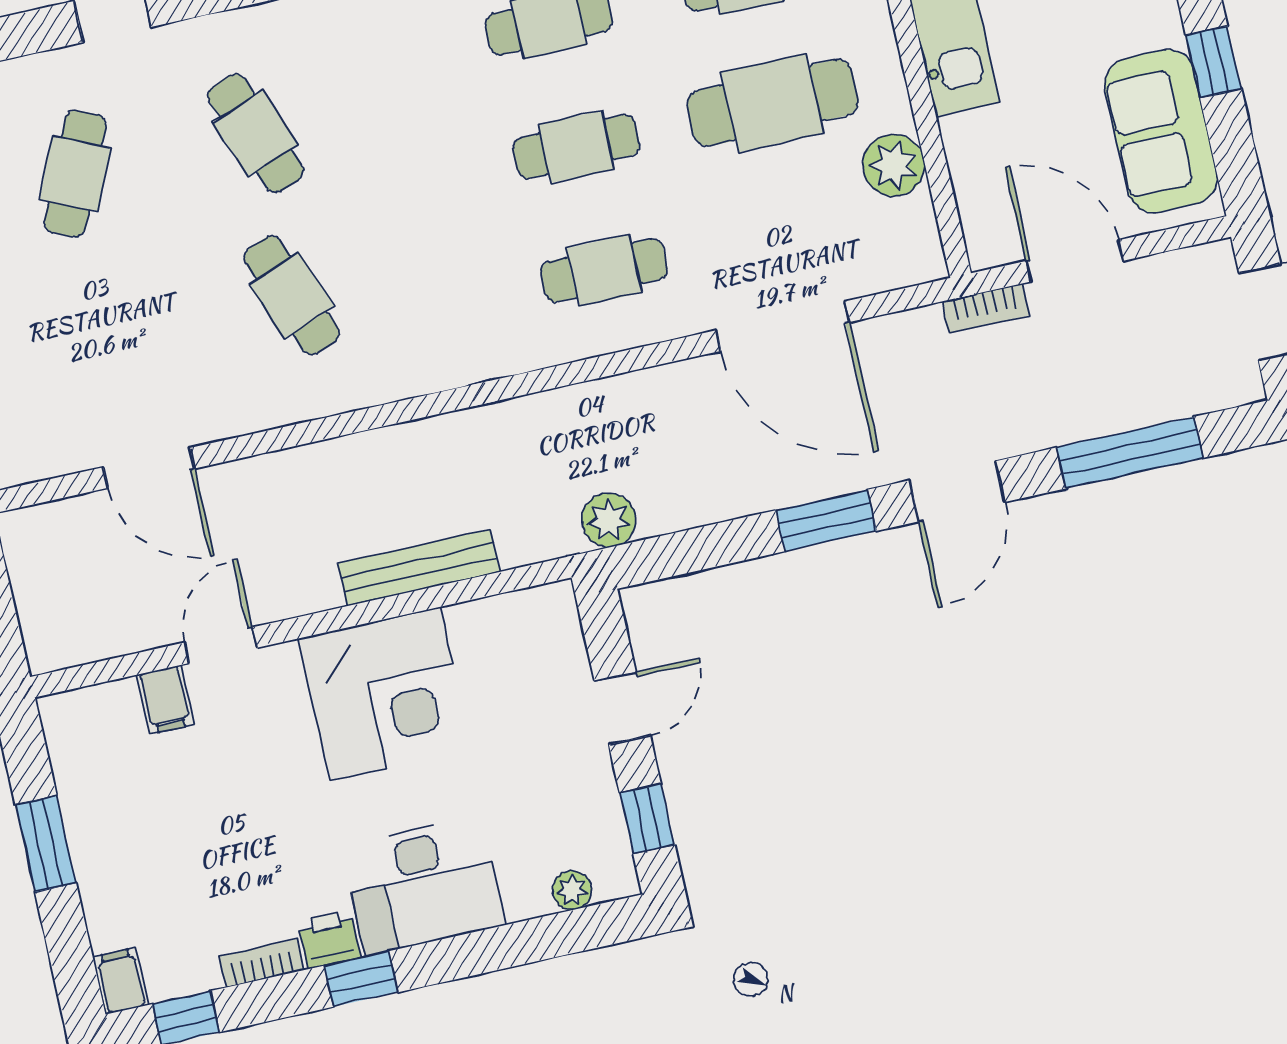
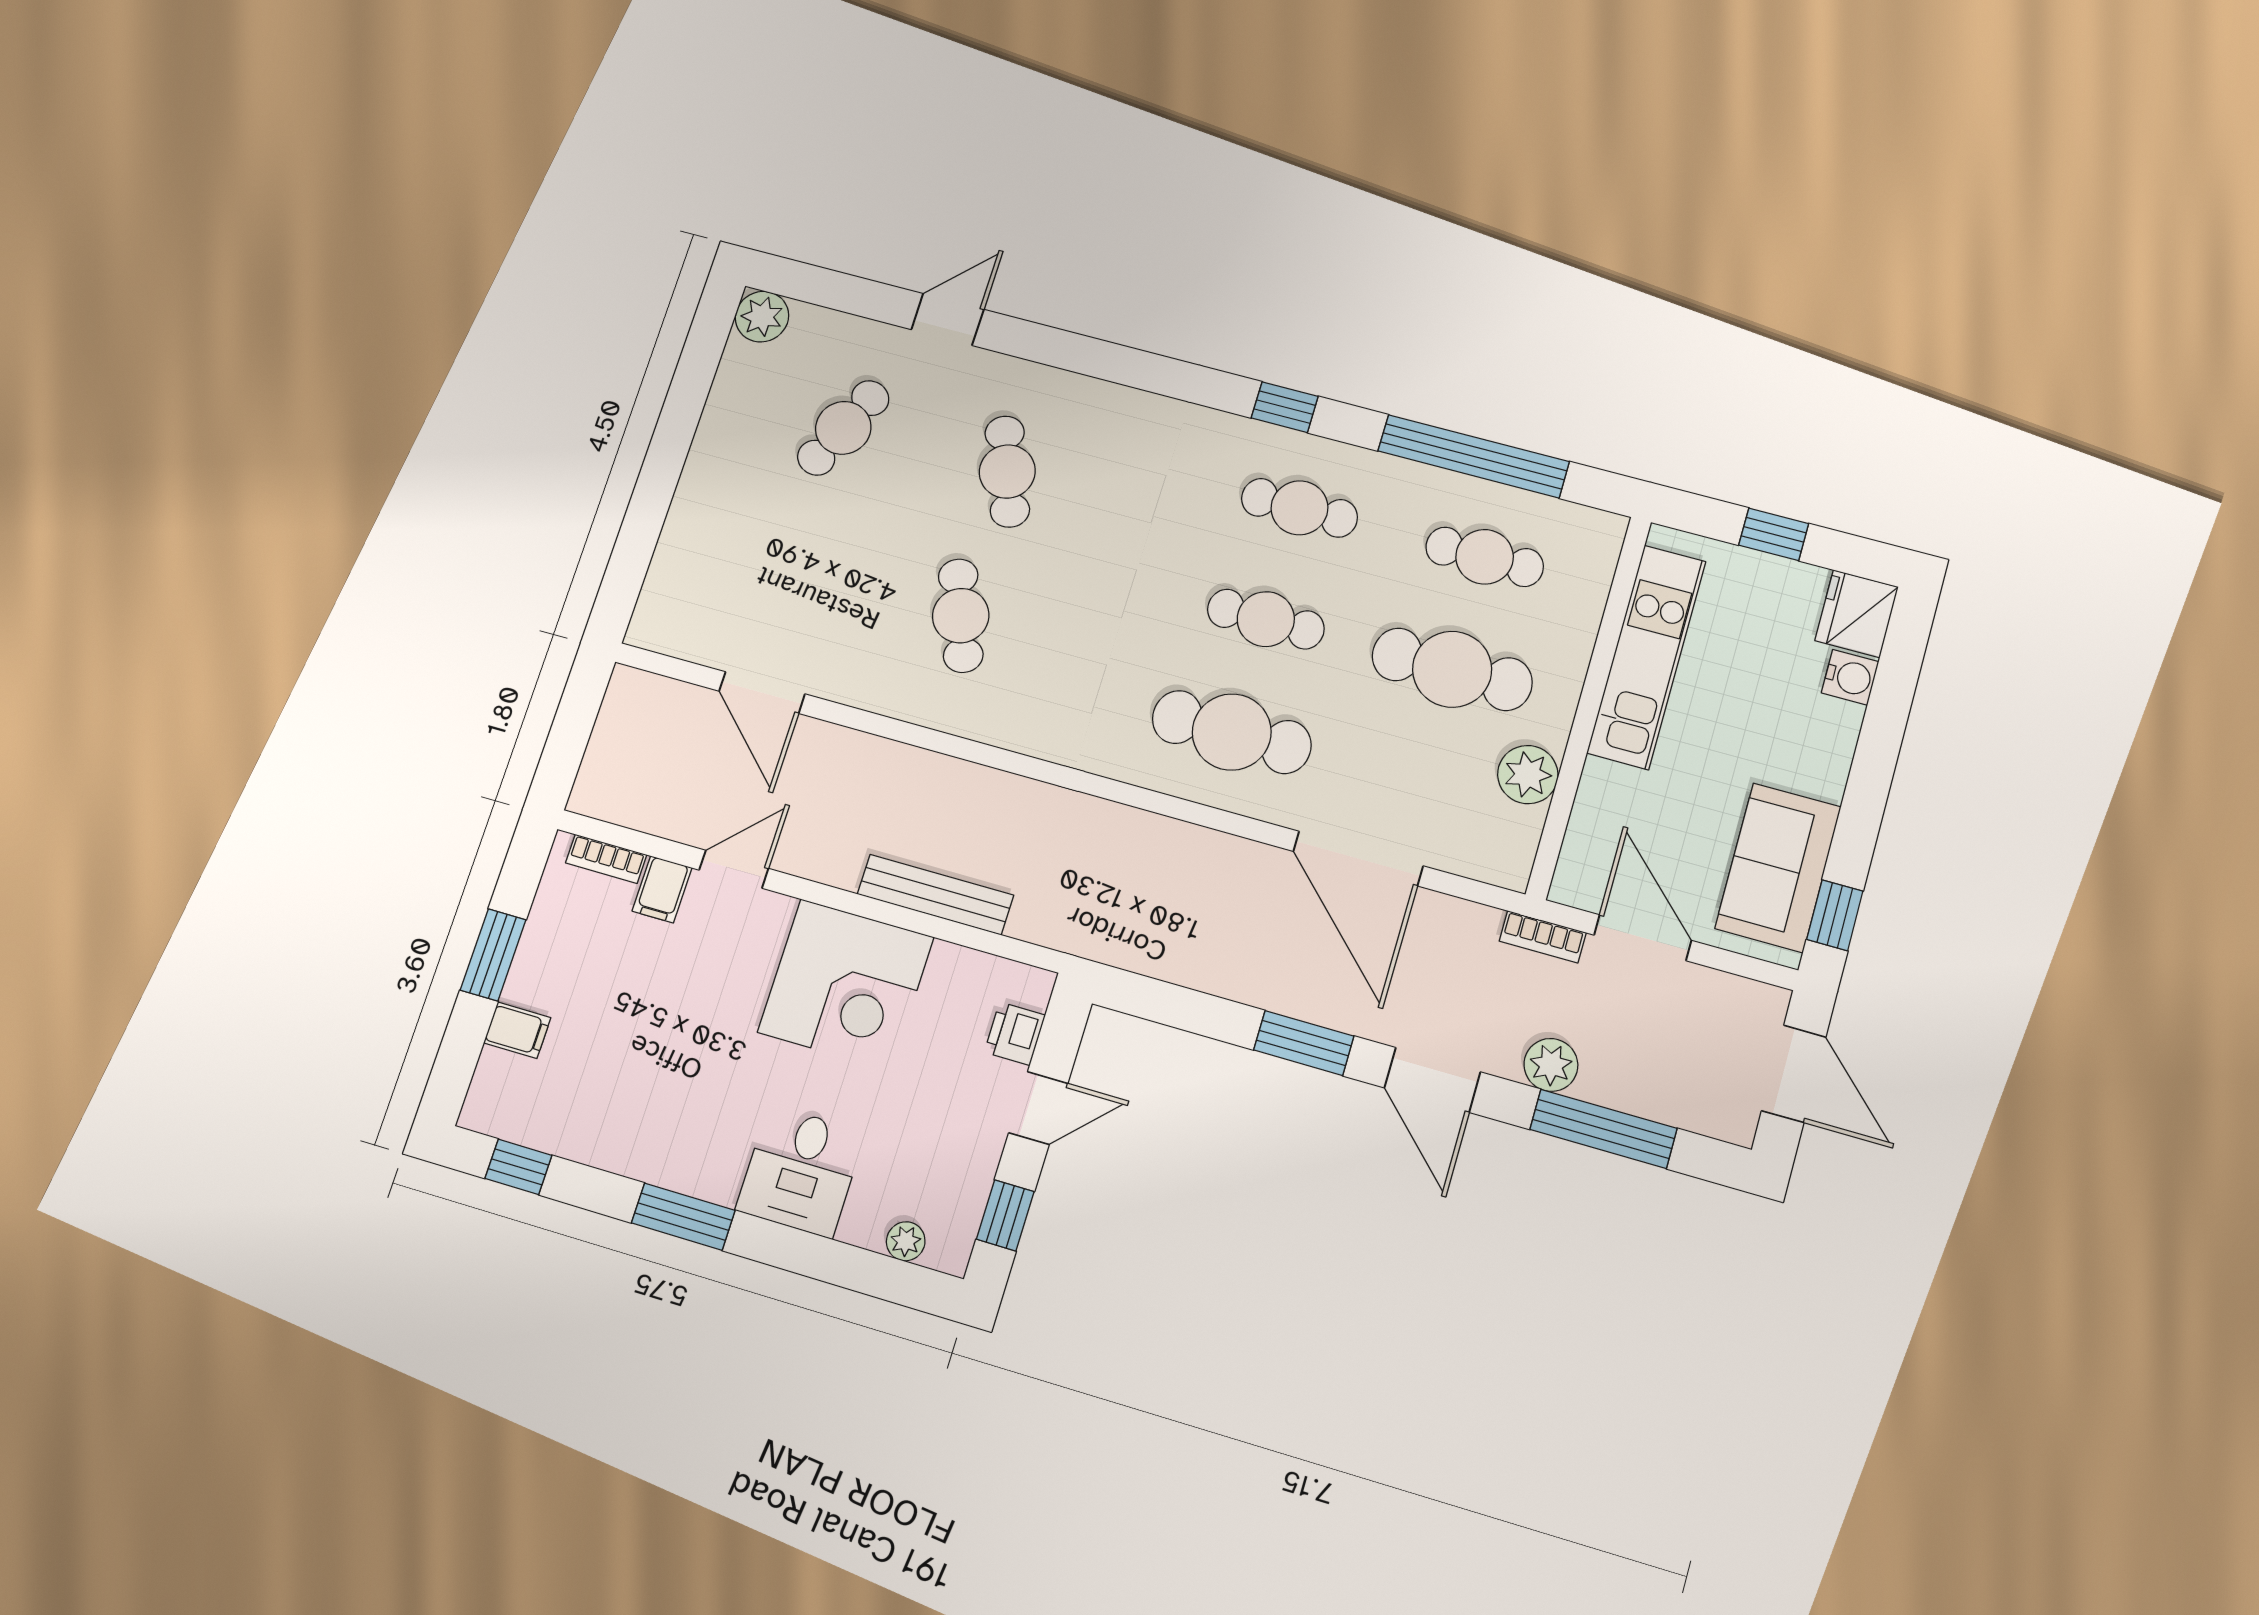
window: (1214, 62) -> (1835, 915), moved
cafe table: (604, 270) -> (1232, 732), width x1.37, depth x1.35
door: (957, 491) -> (1432, 1080), hinge flipped
plant: (609, 520) -> (1551, 1065), moved
desk: (423, 885) -> (801, 1171), width x0.73
printer: (329, 939) -> (1015, 1034), moved, turned -90
bookcase: (262, 963) -> (606, 859), moved, turned 180
window: (361, 979) -> (683, 1217), width x1.50
filing cabinet: (121, 981) -> (517, 1030), moved, turned 90

